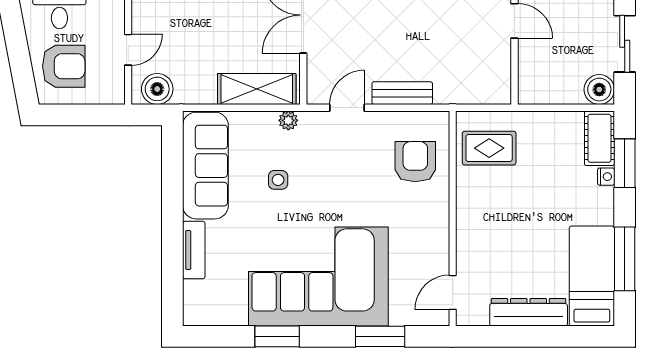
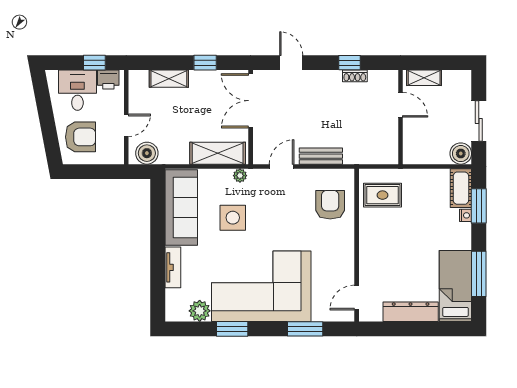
side table: (278, 180) -> (233, 218), width x1.87, depth x1.87
plant: (231, 311) -> (200, 311), added

